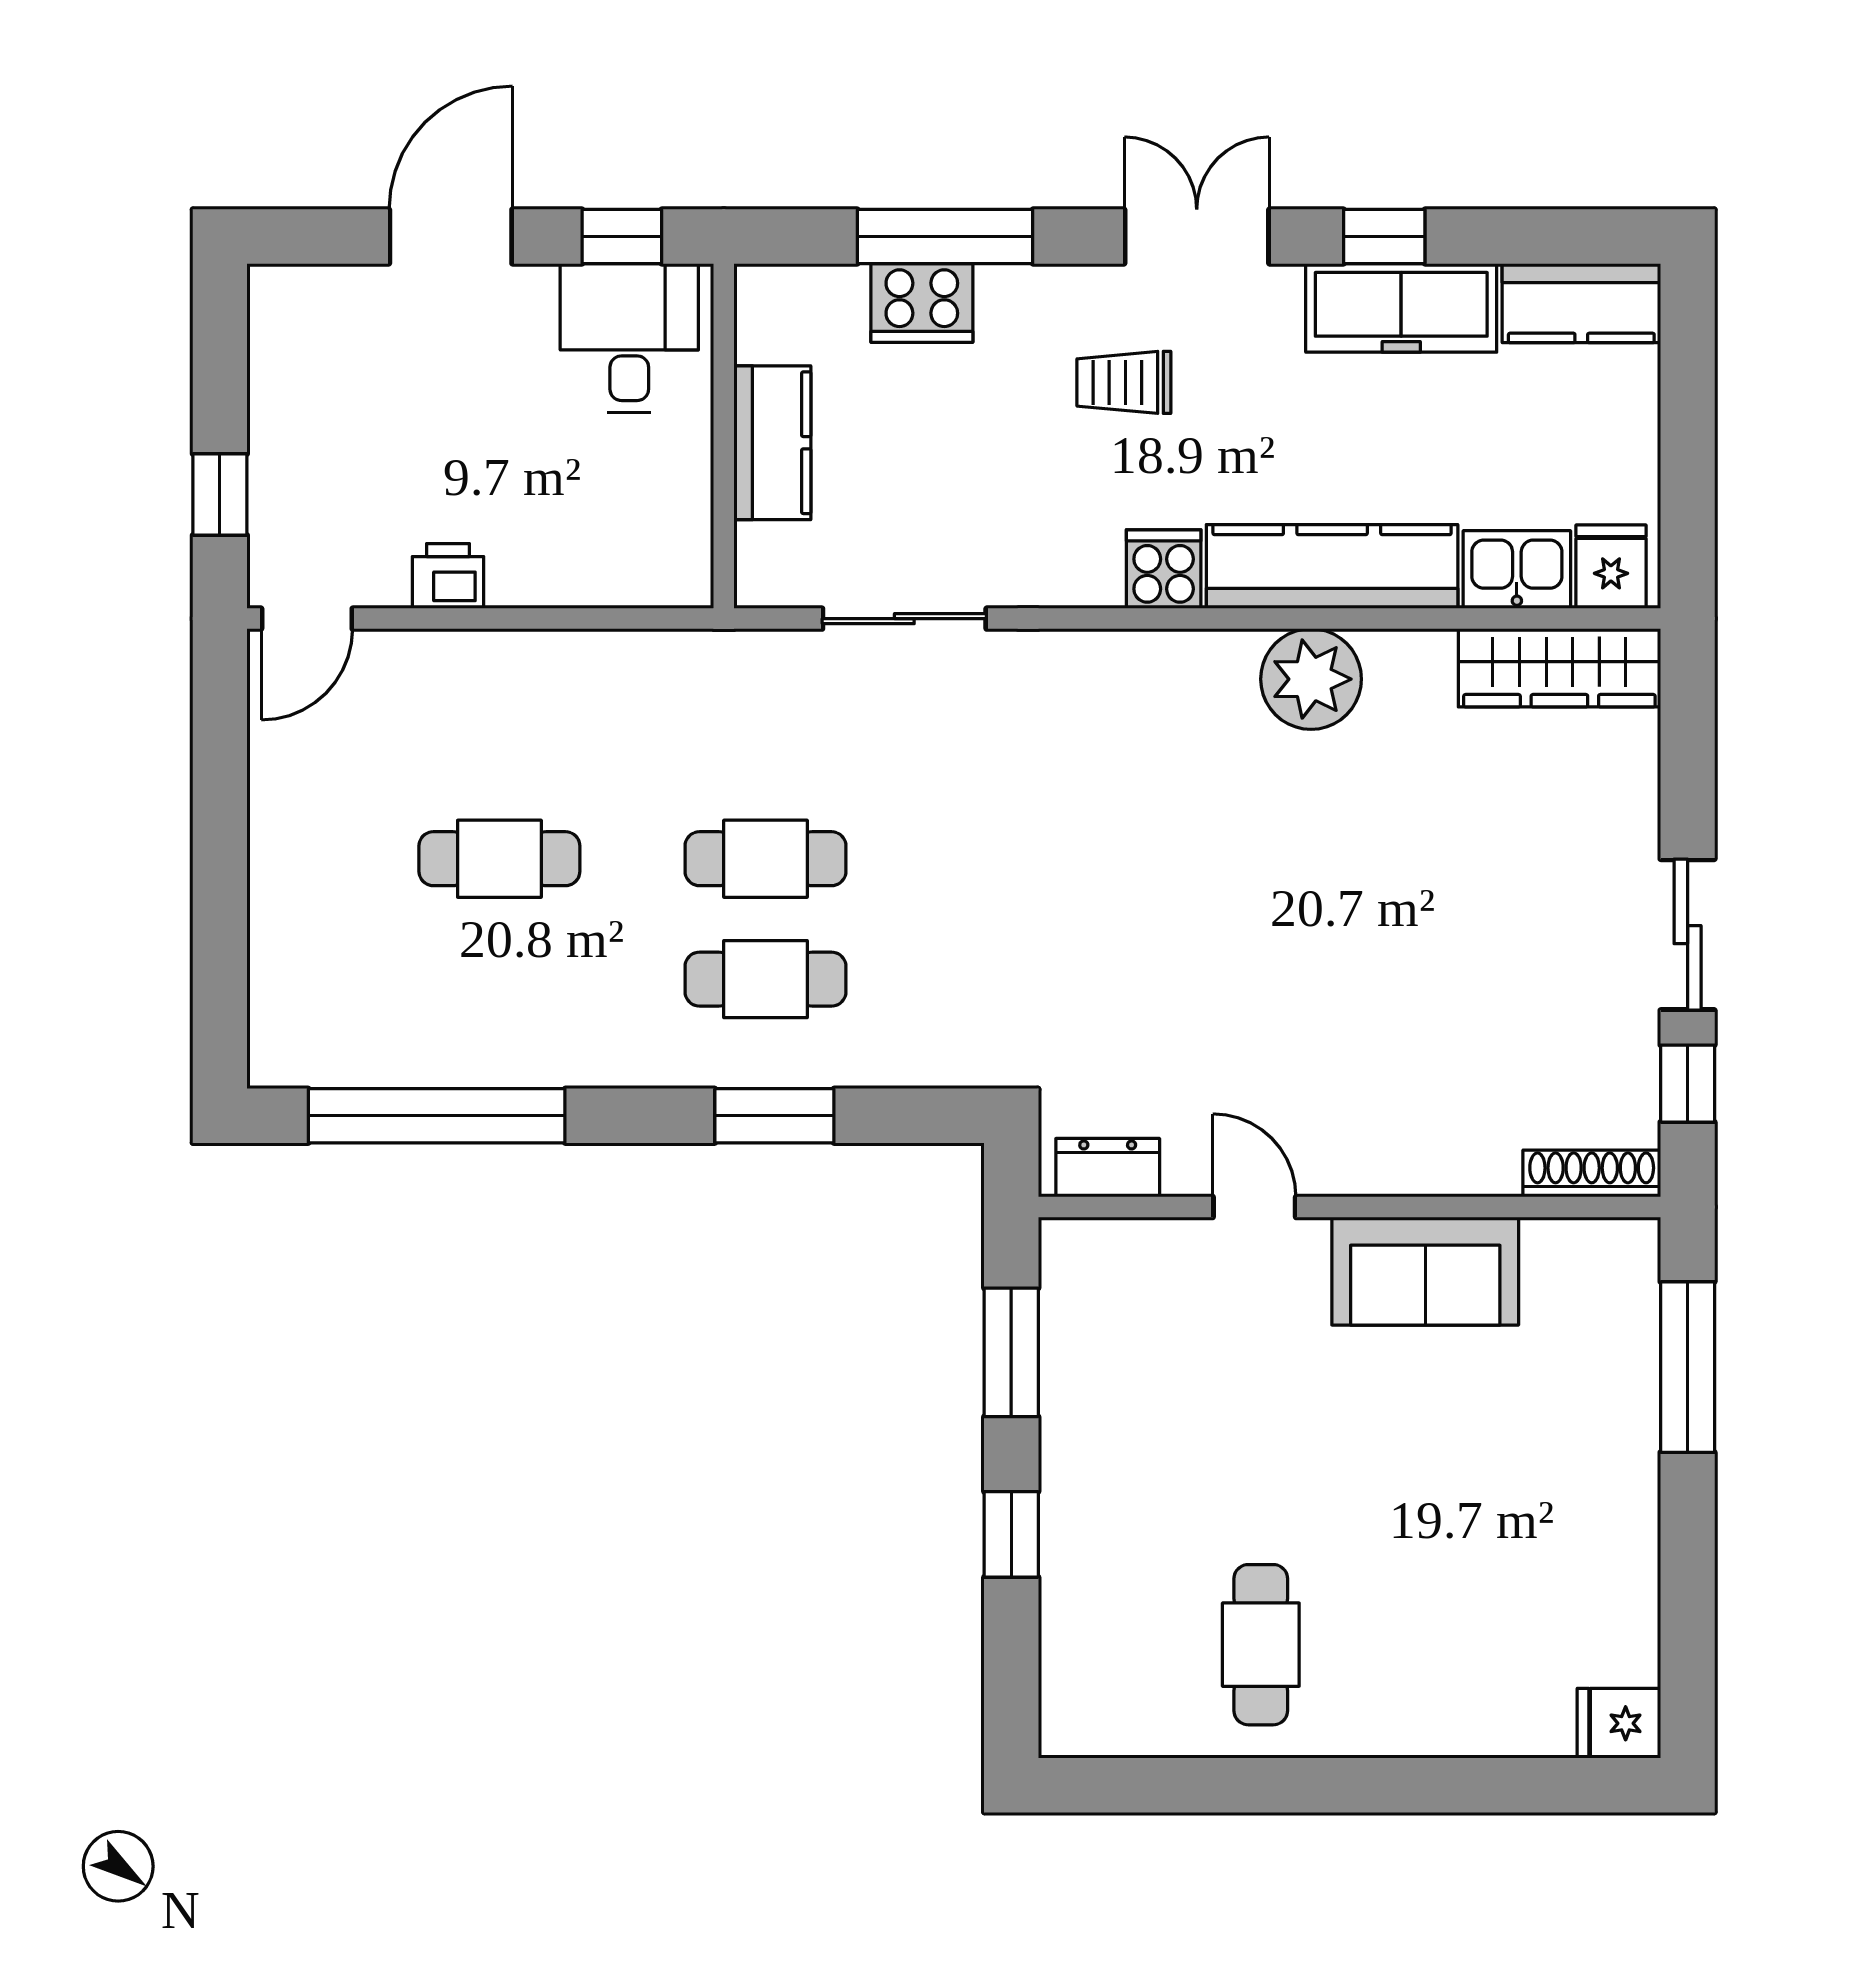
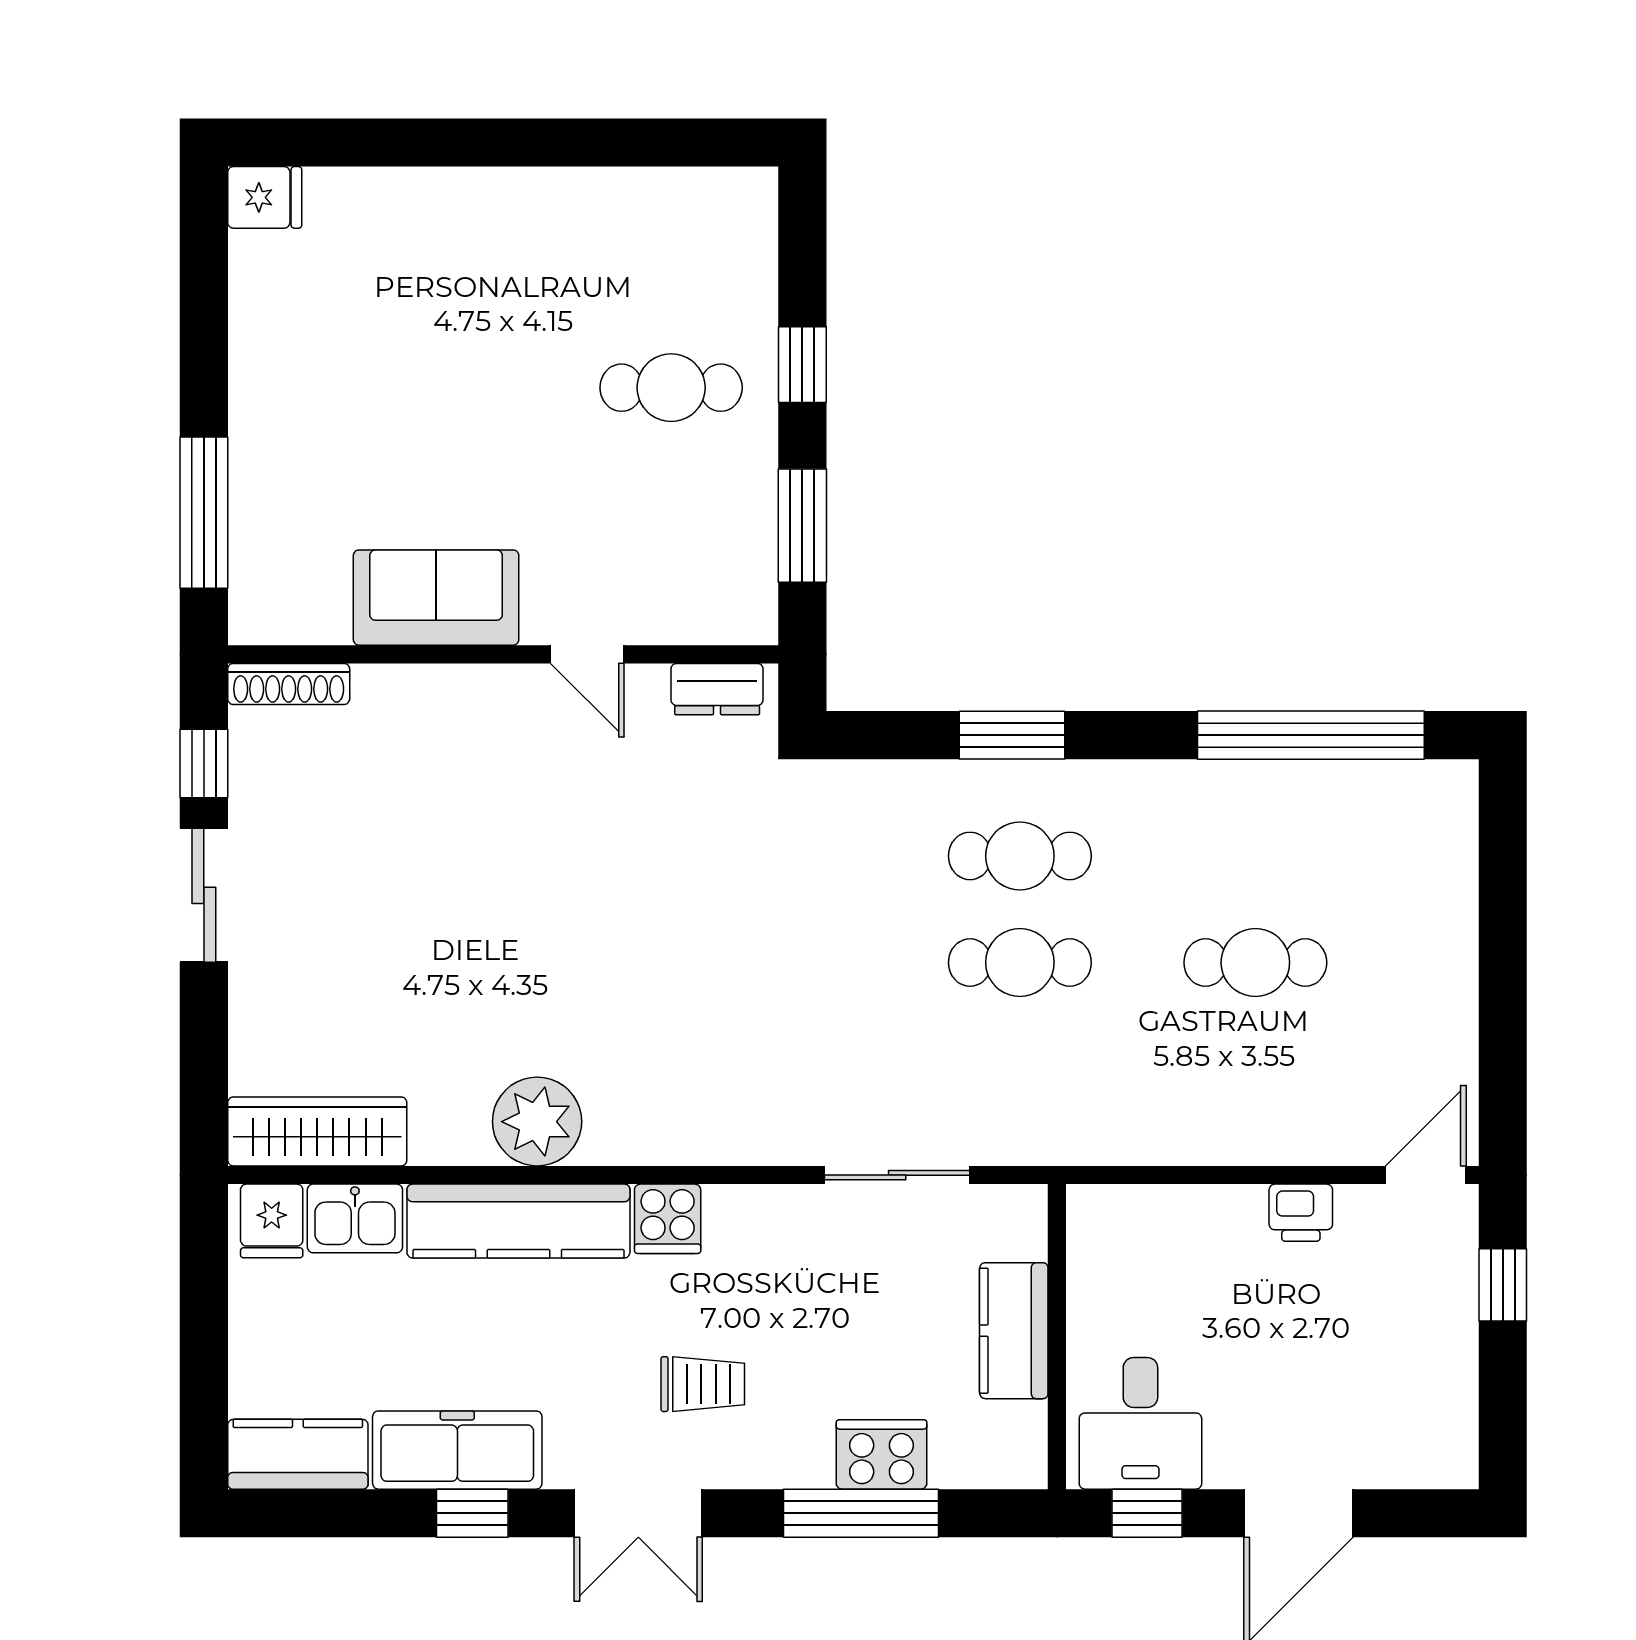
cafe table: (1261, 1645) -> (671, 388), moved, turned 90

